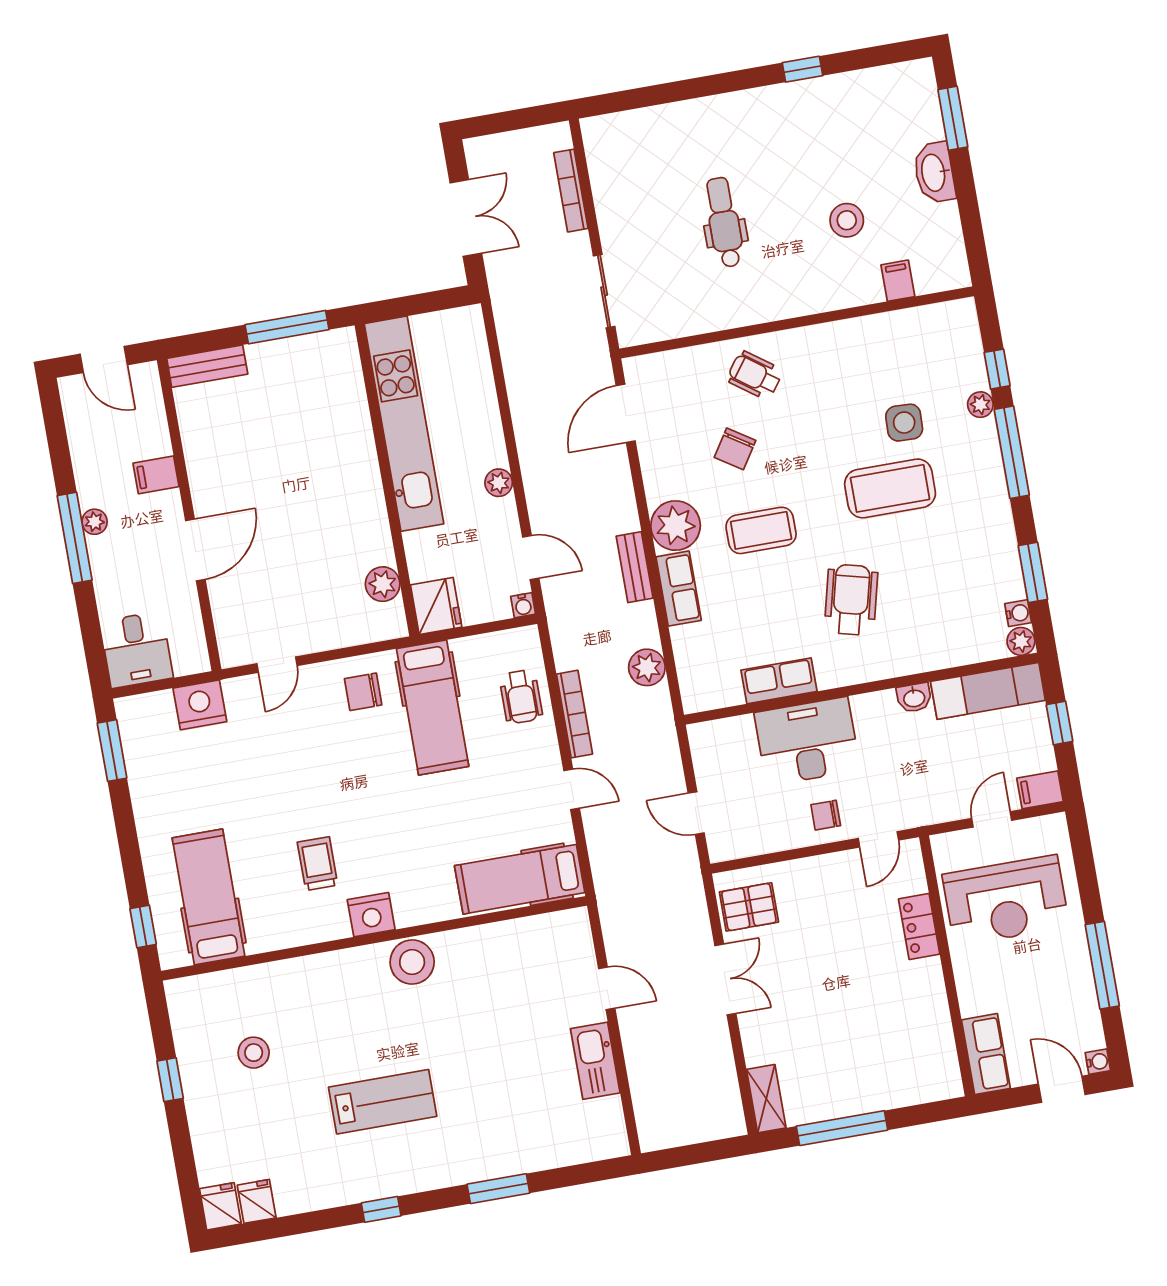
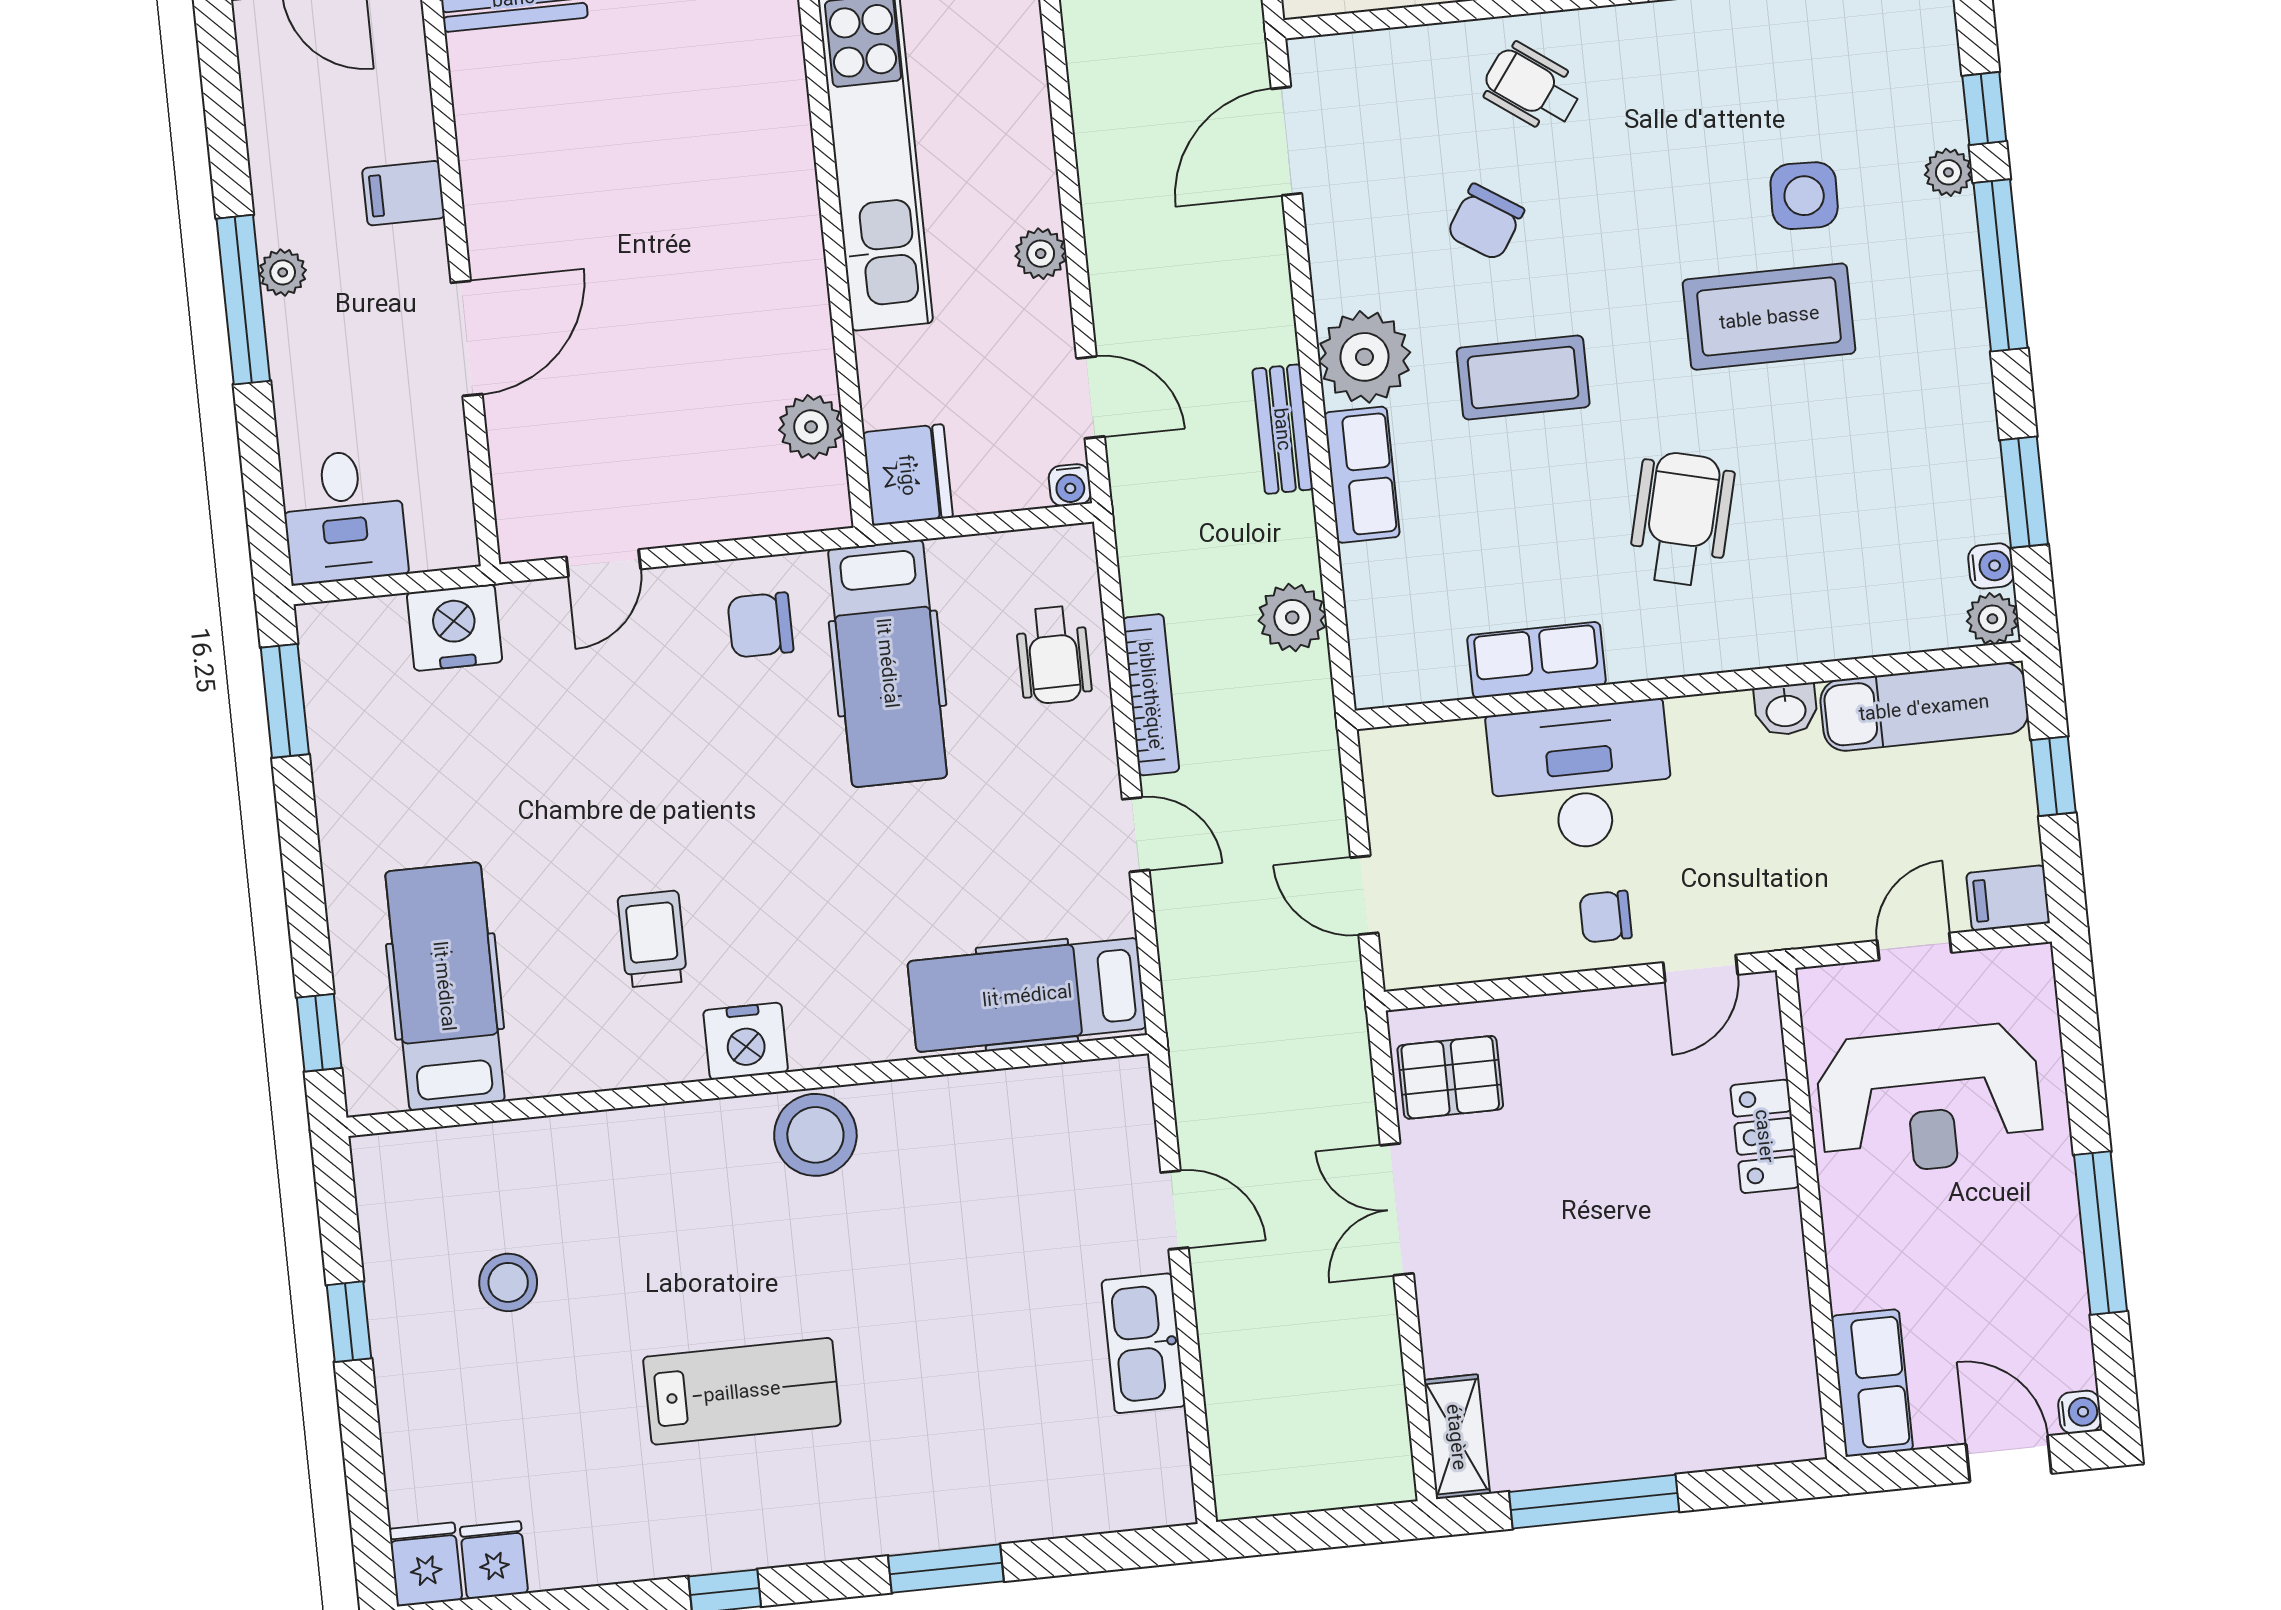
double door: (725, 980) -> (1397, 1209), swing flipped

